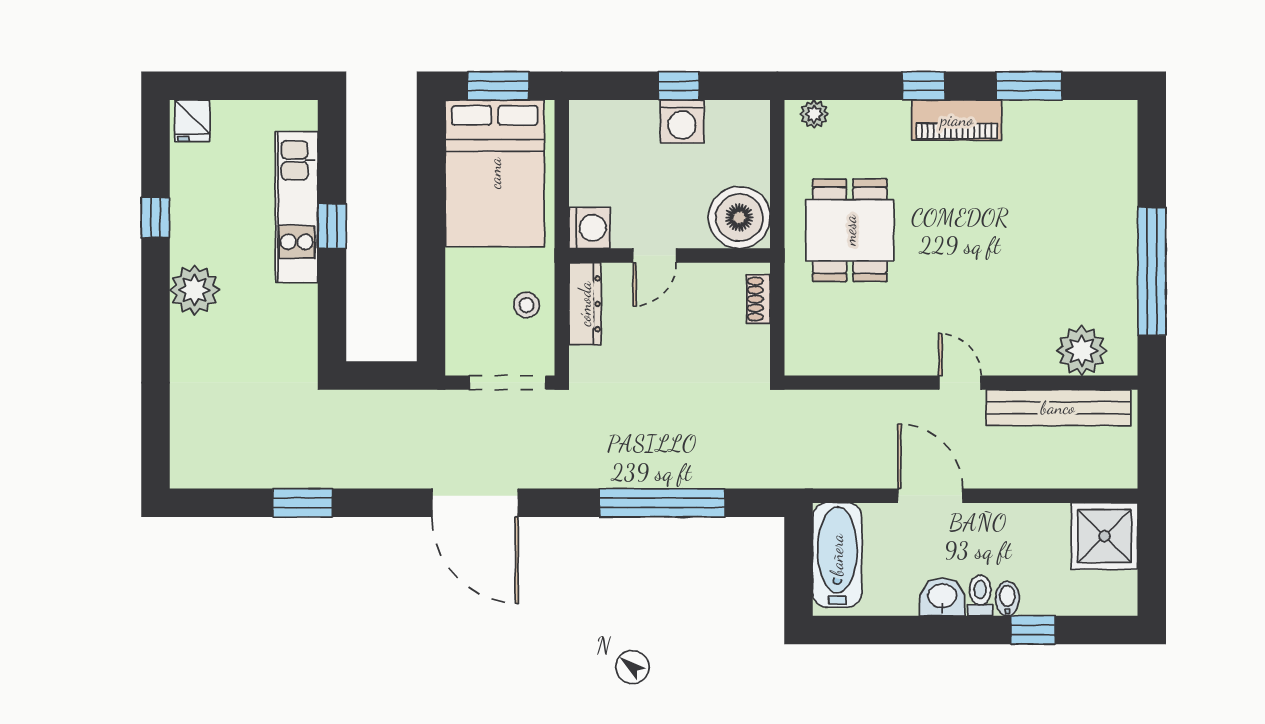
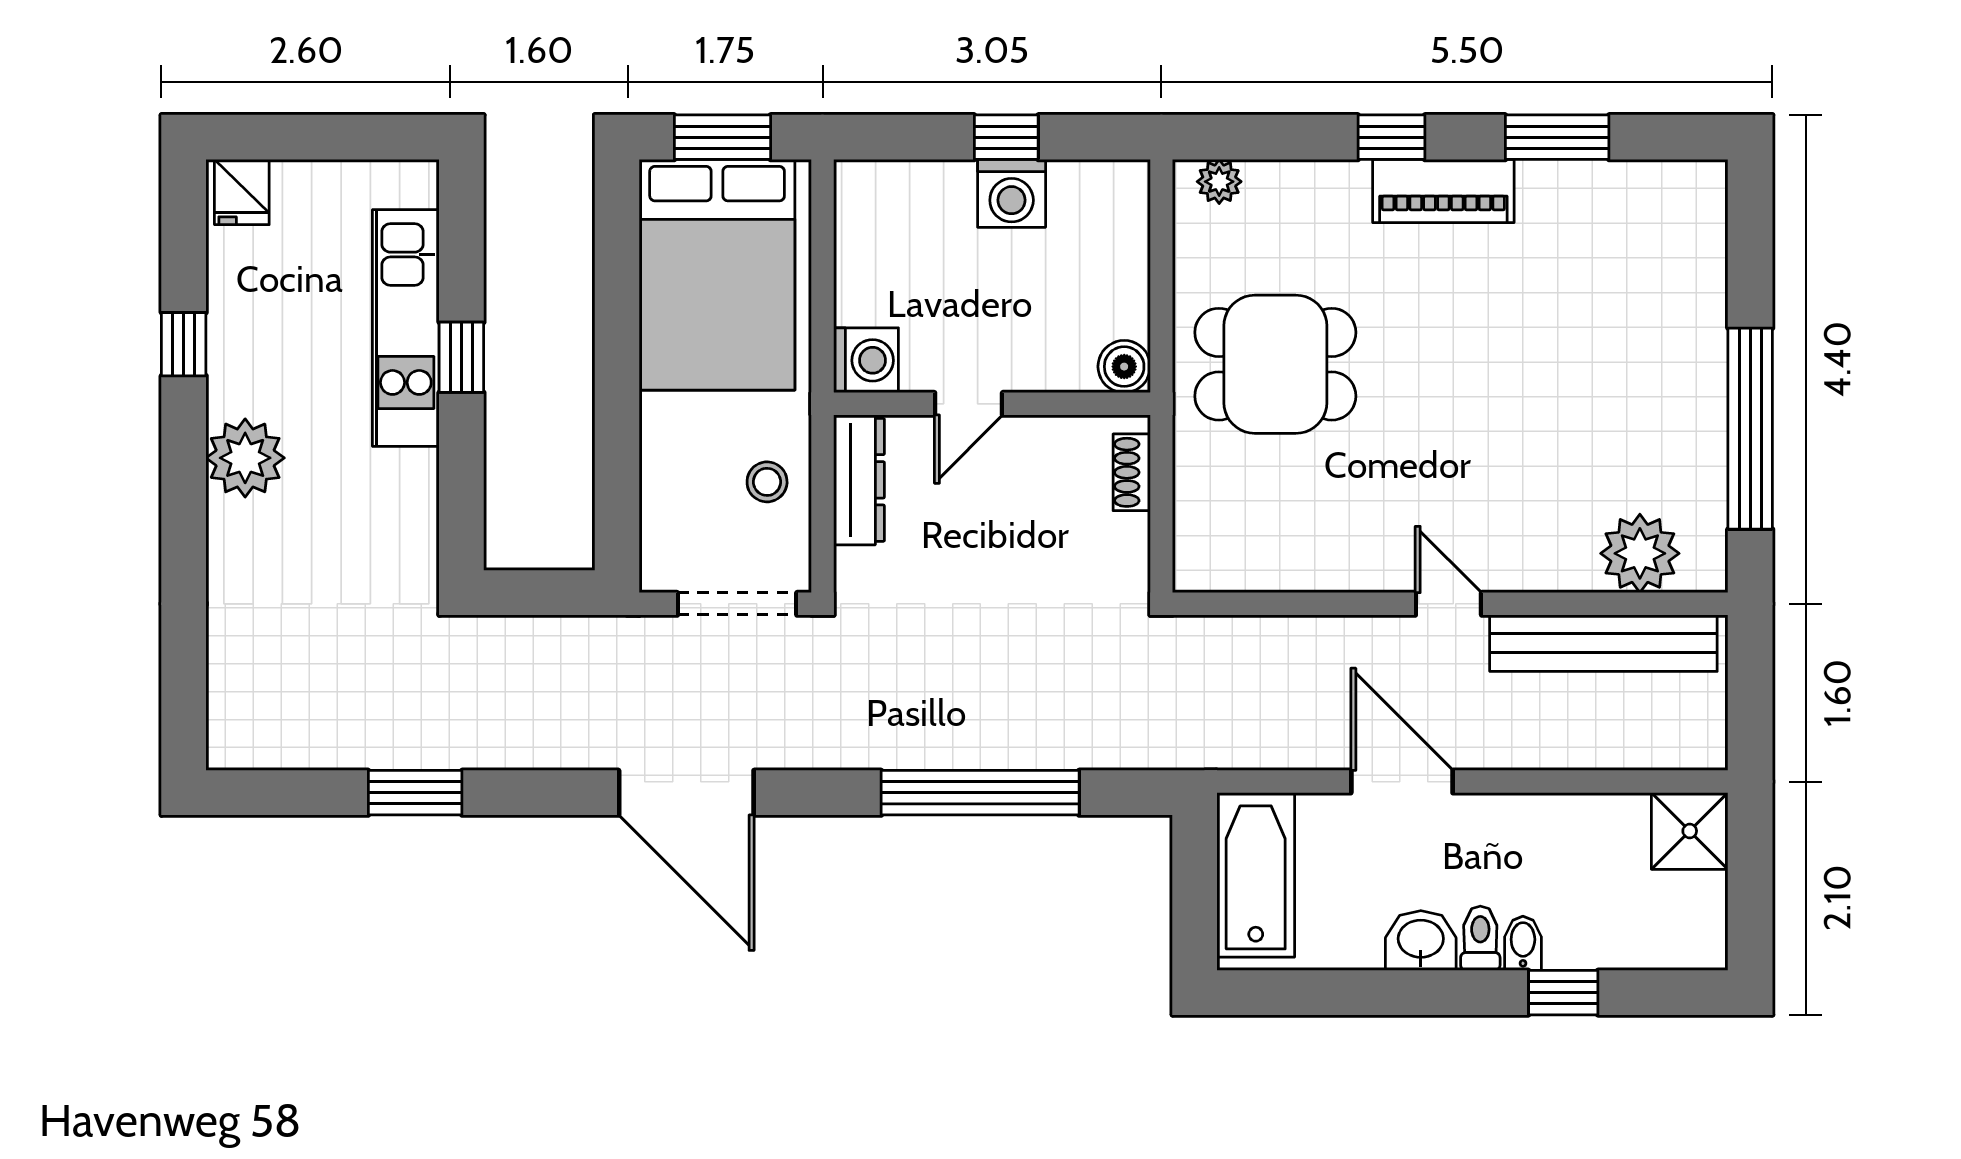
boiler: (739, 217) -> (1124, 367), width x0.54, depth x0.54
dining table: (850, 230) -> (1275, 364), turned 90
shower: (1104, 536) -> (1690, 831), width x0.73, depth x0.73

